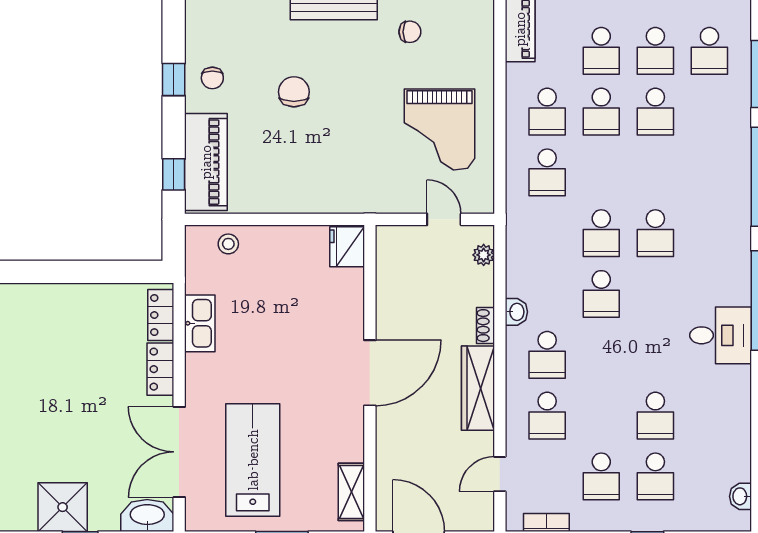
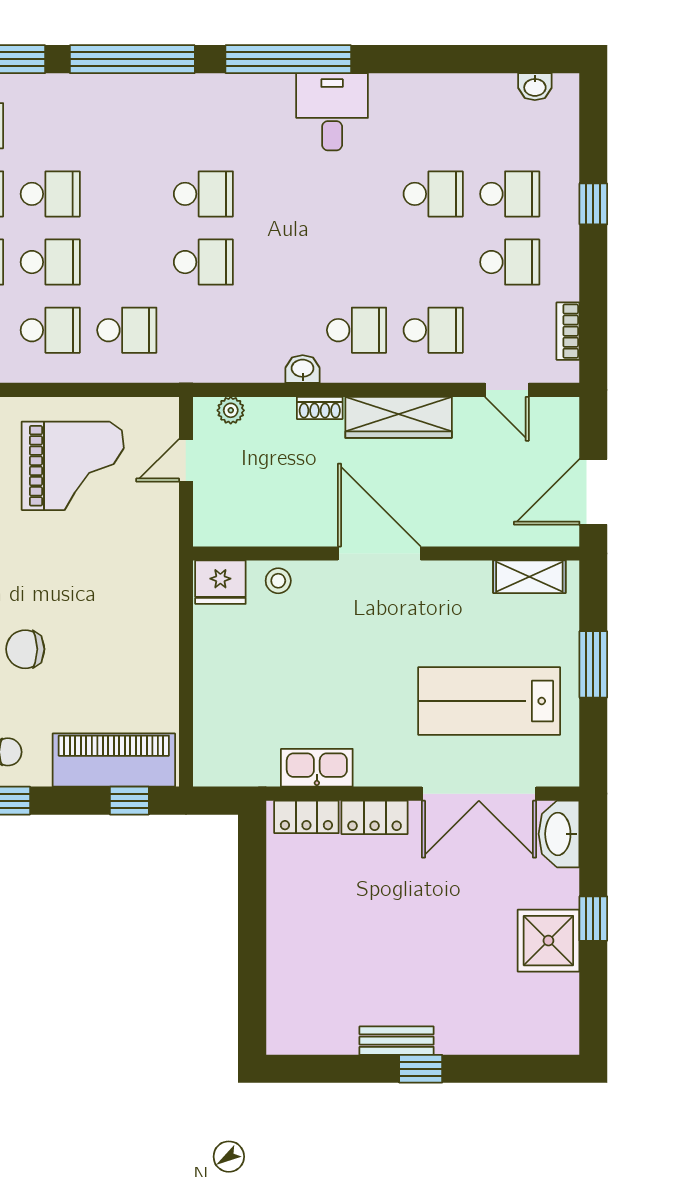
stool: (228, 244) -> (278, 581), moved
school desk: (601, 294) -> (280, 262), removed

